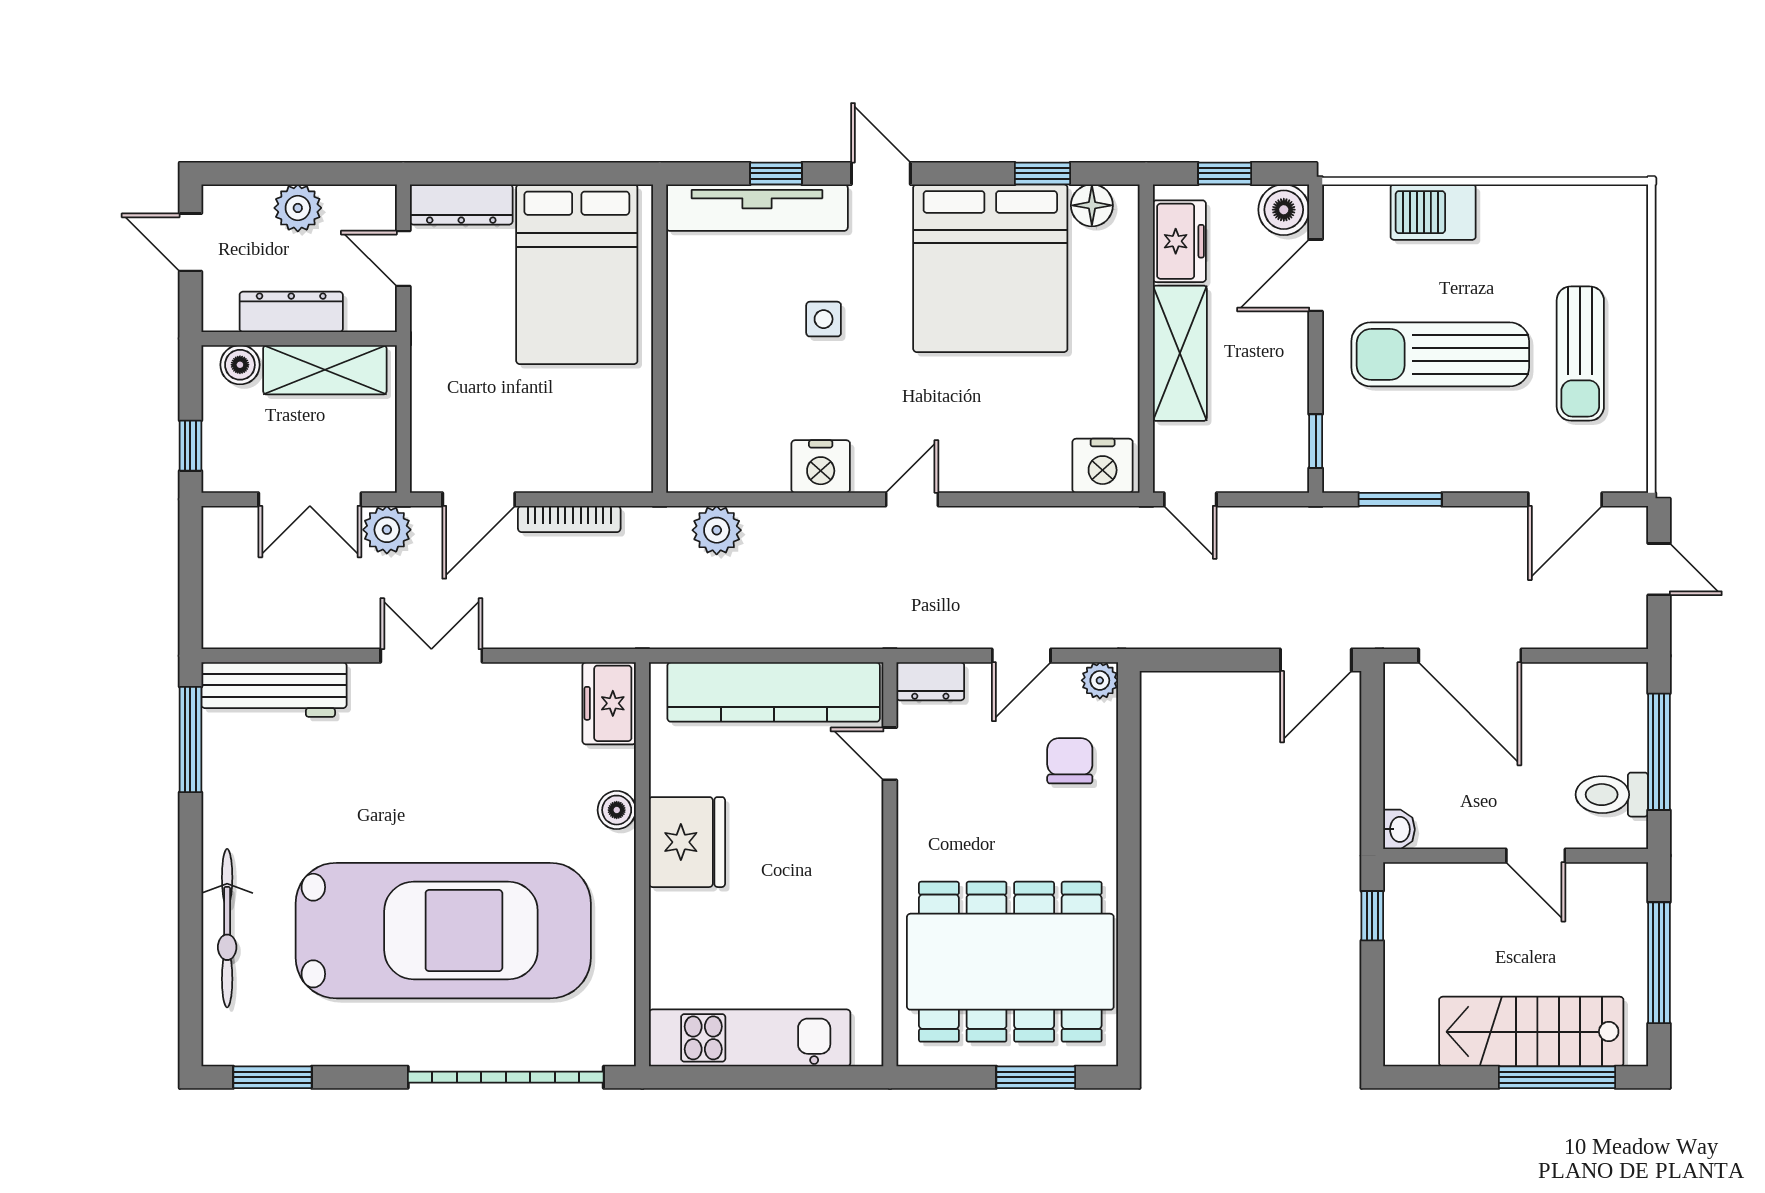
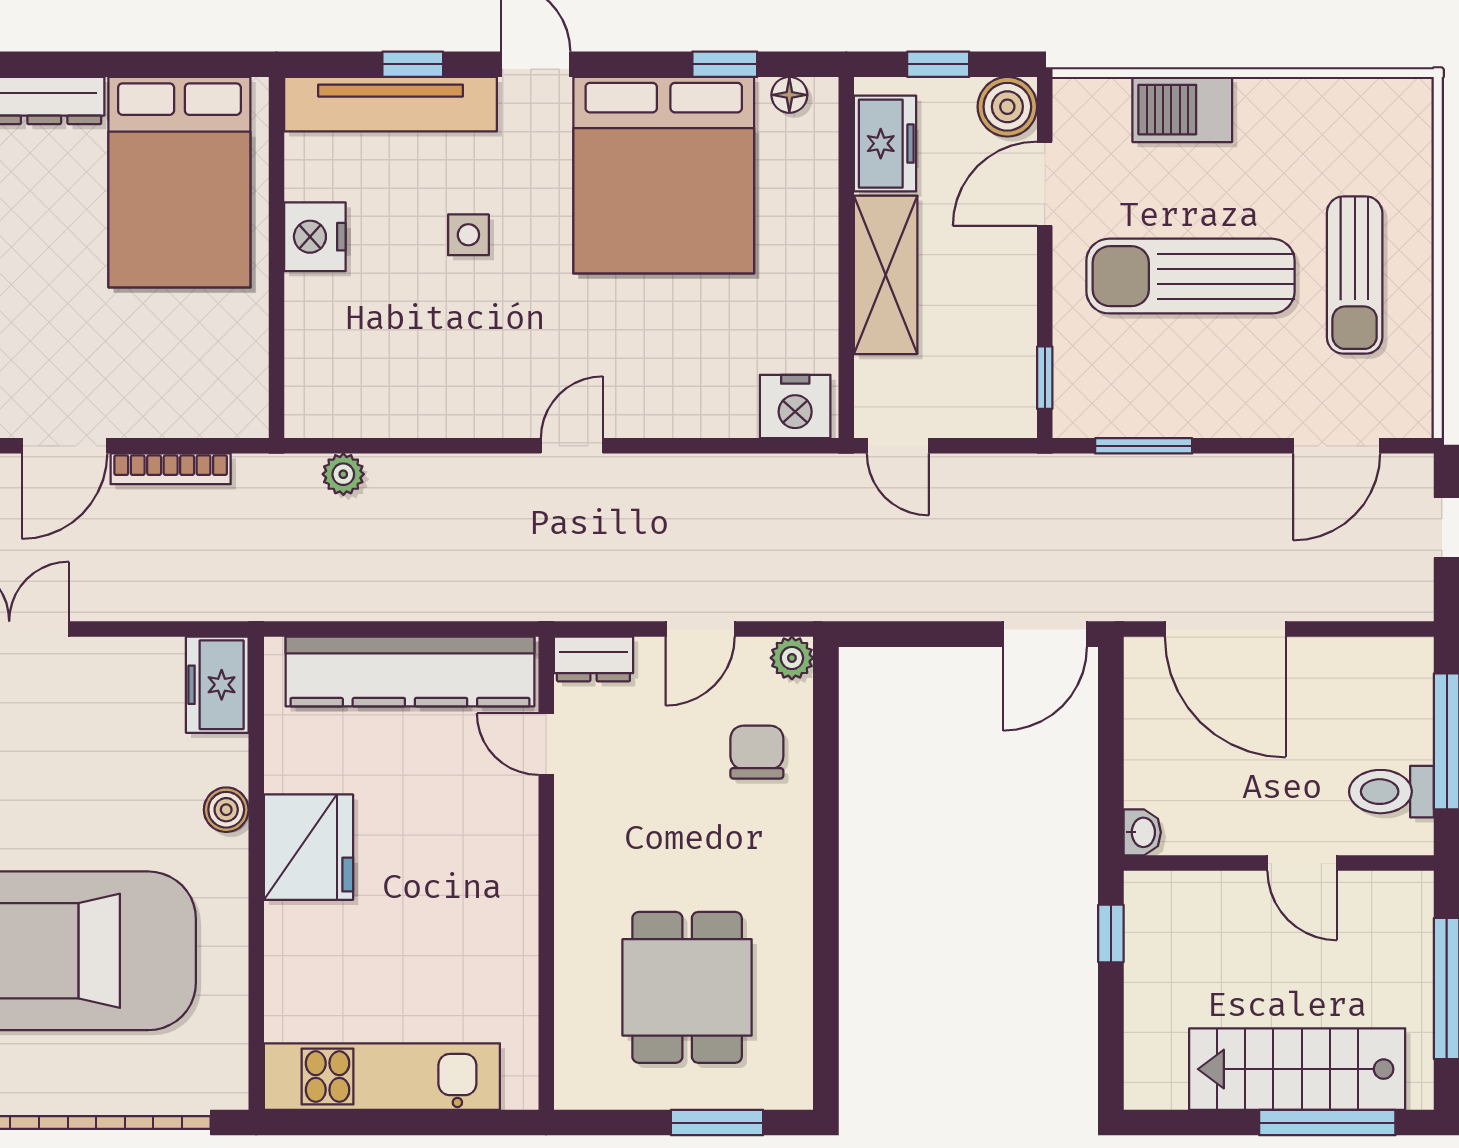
floor lamp: (1092, 205) -> (789, 95), width x0.73, depth x0.73
nightstand: (821, 467) -> (315, 237), moved, turned 90
plant: (717, 530) -> (343, 474), width x0.73, depth x0.73
dining table: (1010, 962) -> (687, 987), width x0.53, depth x0.80

